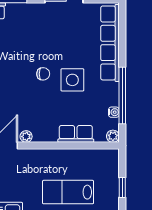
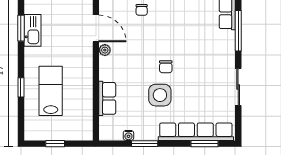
window: (122, 34) -> (205, 144), added
window: (122, 96) -> (145, 144), width x0.47
plant: (113, 136) -> (105, 135), removed

